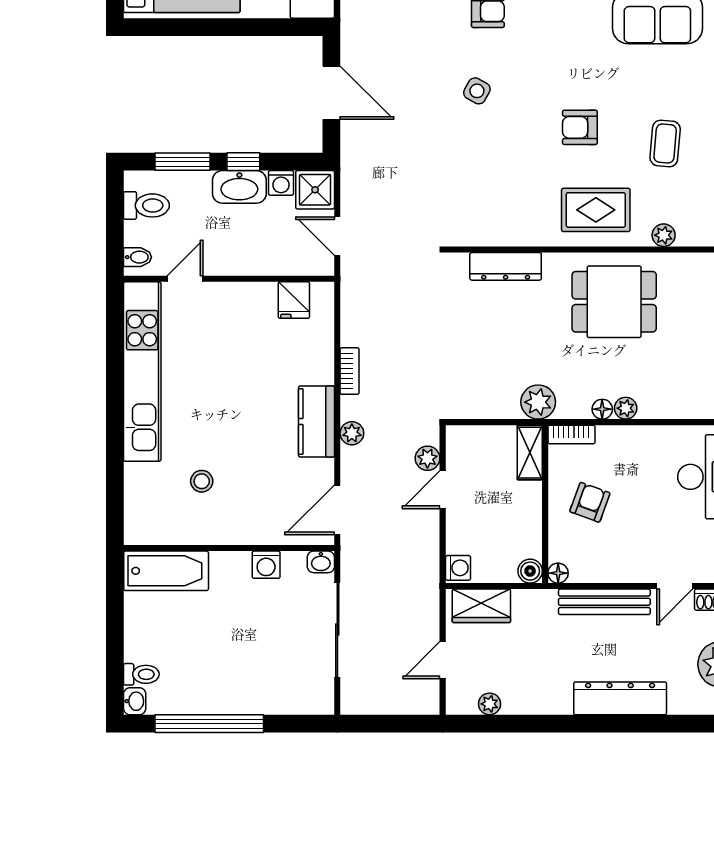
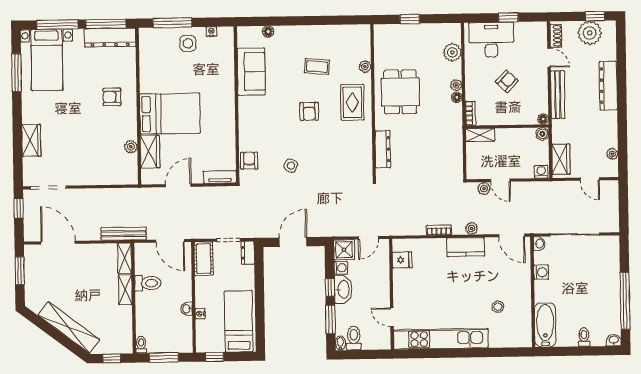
bidet: (137, 257) -> (340, 343), moved
plant: (538, 402) -> (452, 52), moved
armchair: (590, 502) -> (507, 81), moved, turned 113
toilet: (141, 674) -> (584, 337), moved

